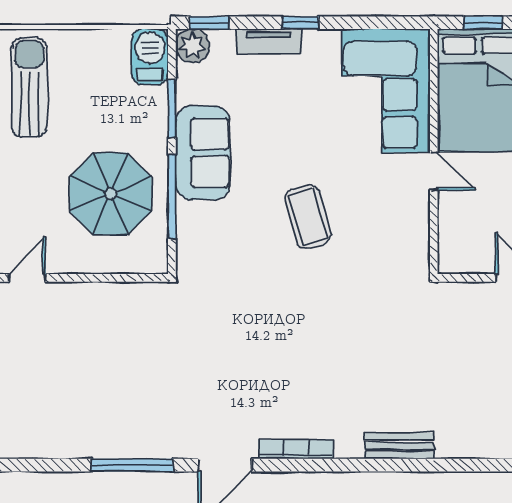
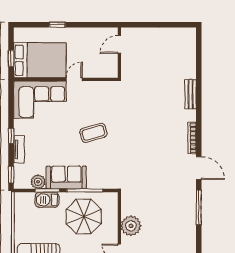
plant: (192, 46) -> (38, 182), moved
barbecue: (150, 57) -> (47, 200), moved
plant: (89, 305) -> (131, 226), added

